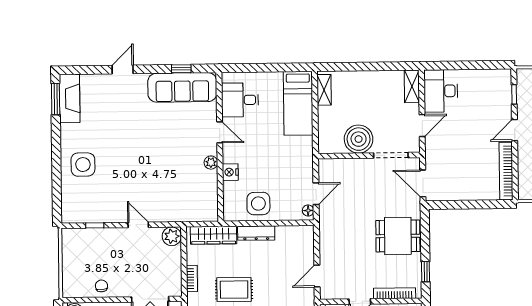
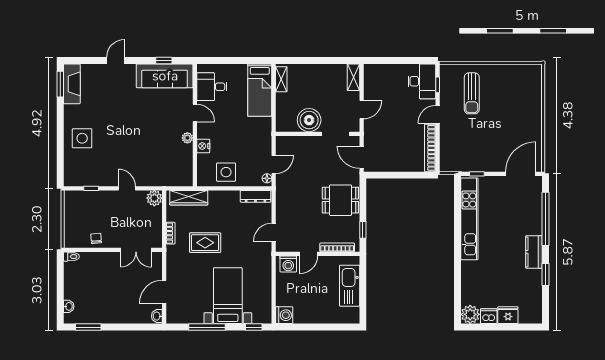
desk: (441, 91) -> (422, 81), moved, turned 180
dresser: (256, 233) -> (256, 196), moved

